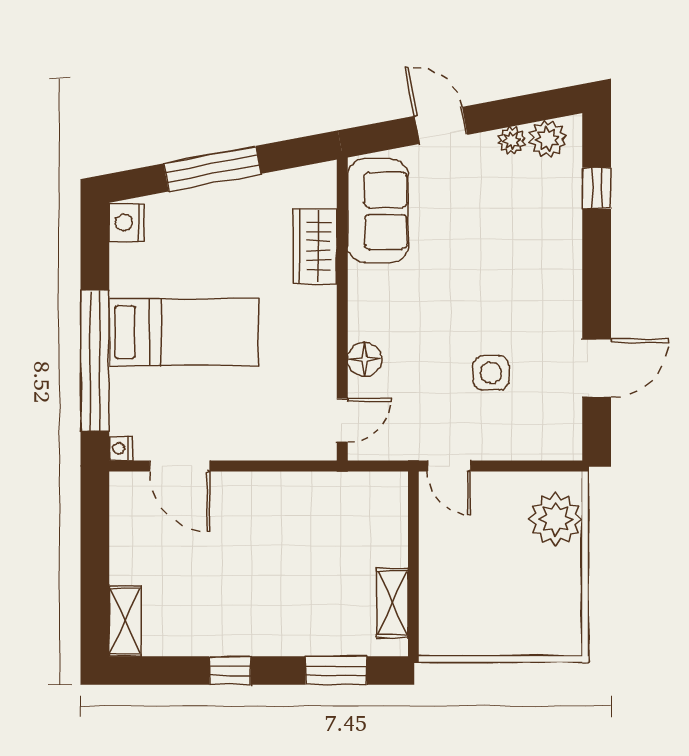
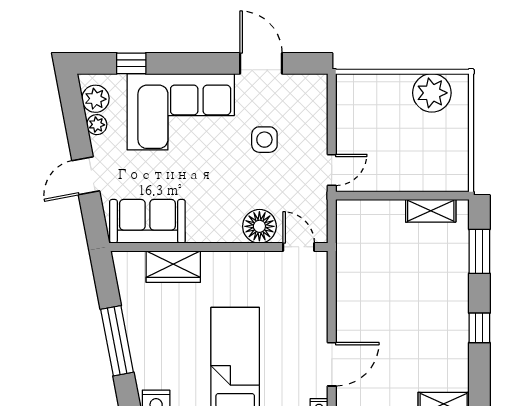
corner sofa: (529, 257) -> (181, 112), added
floor lamp: (365, 360) -> (259, 226), width x1.38, depth x1.38
plant: (556, 519) -> (432, 93), moved

